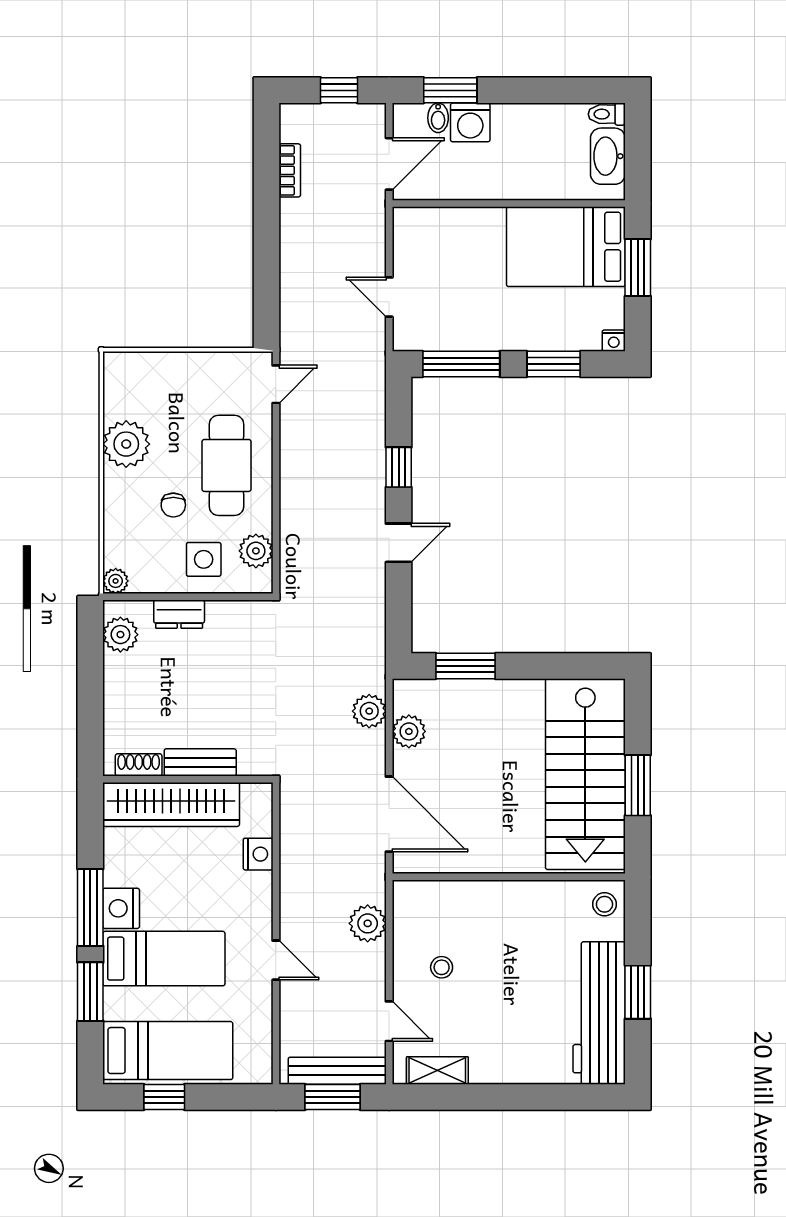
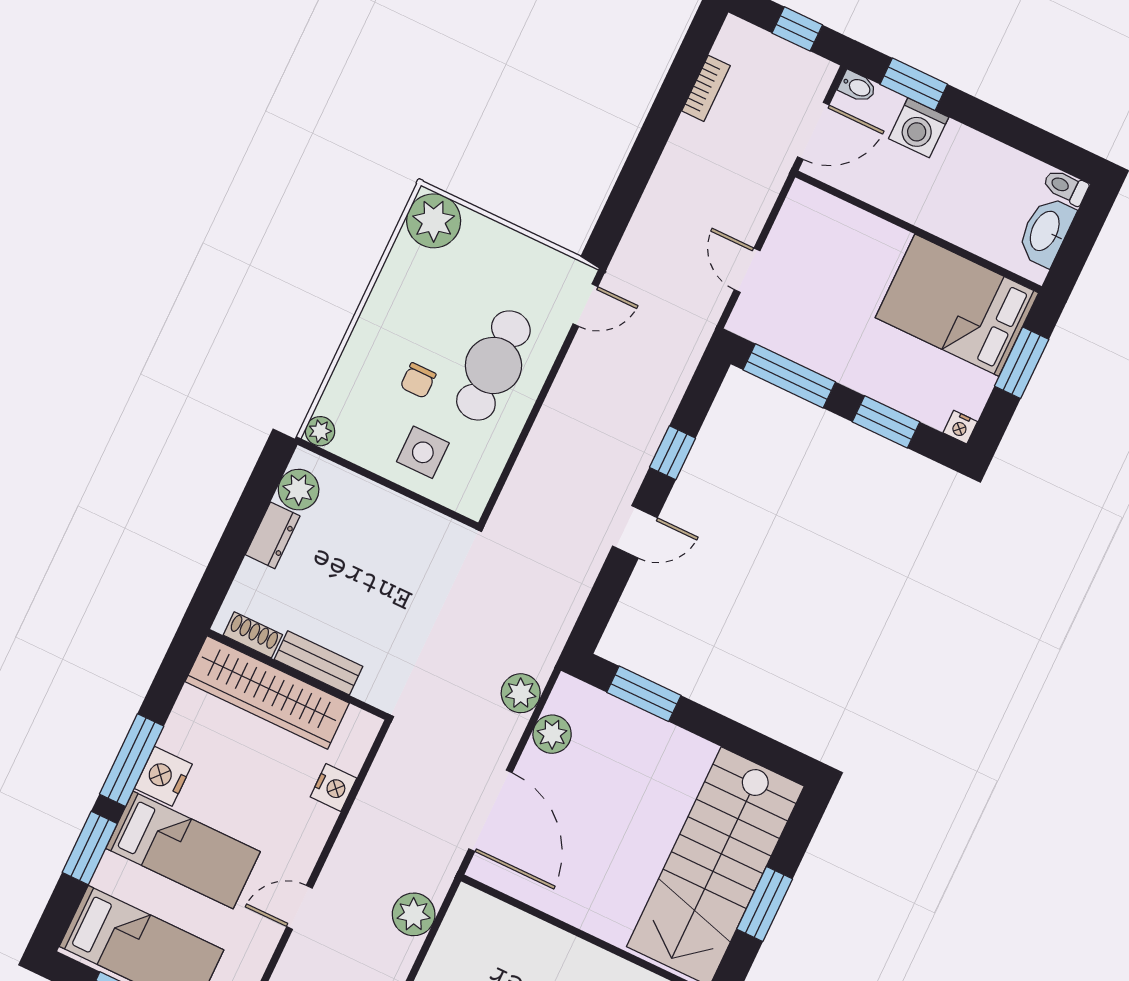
bidet: (438, 118) -> (857, 87), moved, turned -90
plant: (126, 444) -> (434, 221), moved
plant: (256, 551) -> (482, 469), removed
dresser: (179, 614) -> (273, 535), moved, turned -90
door: (276, 960) -> (299, 907), swing flipped

